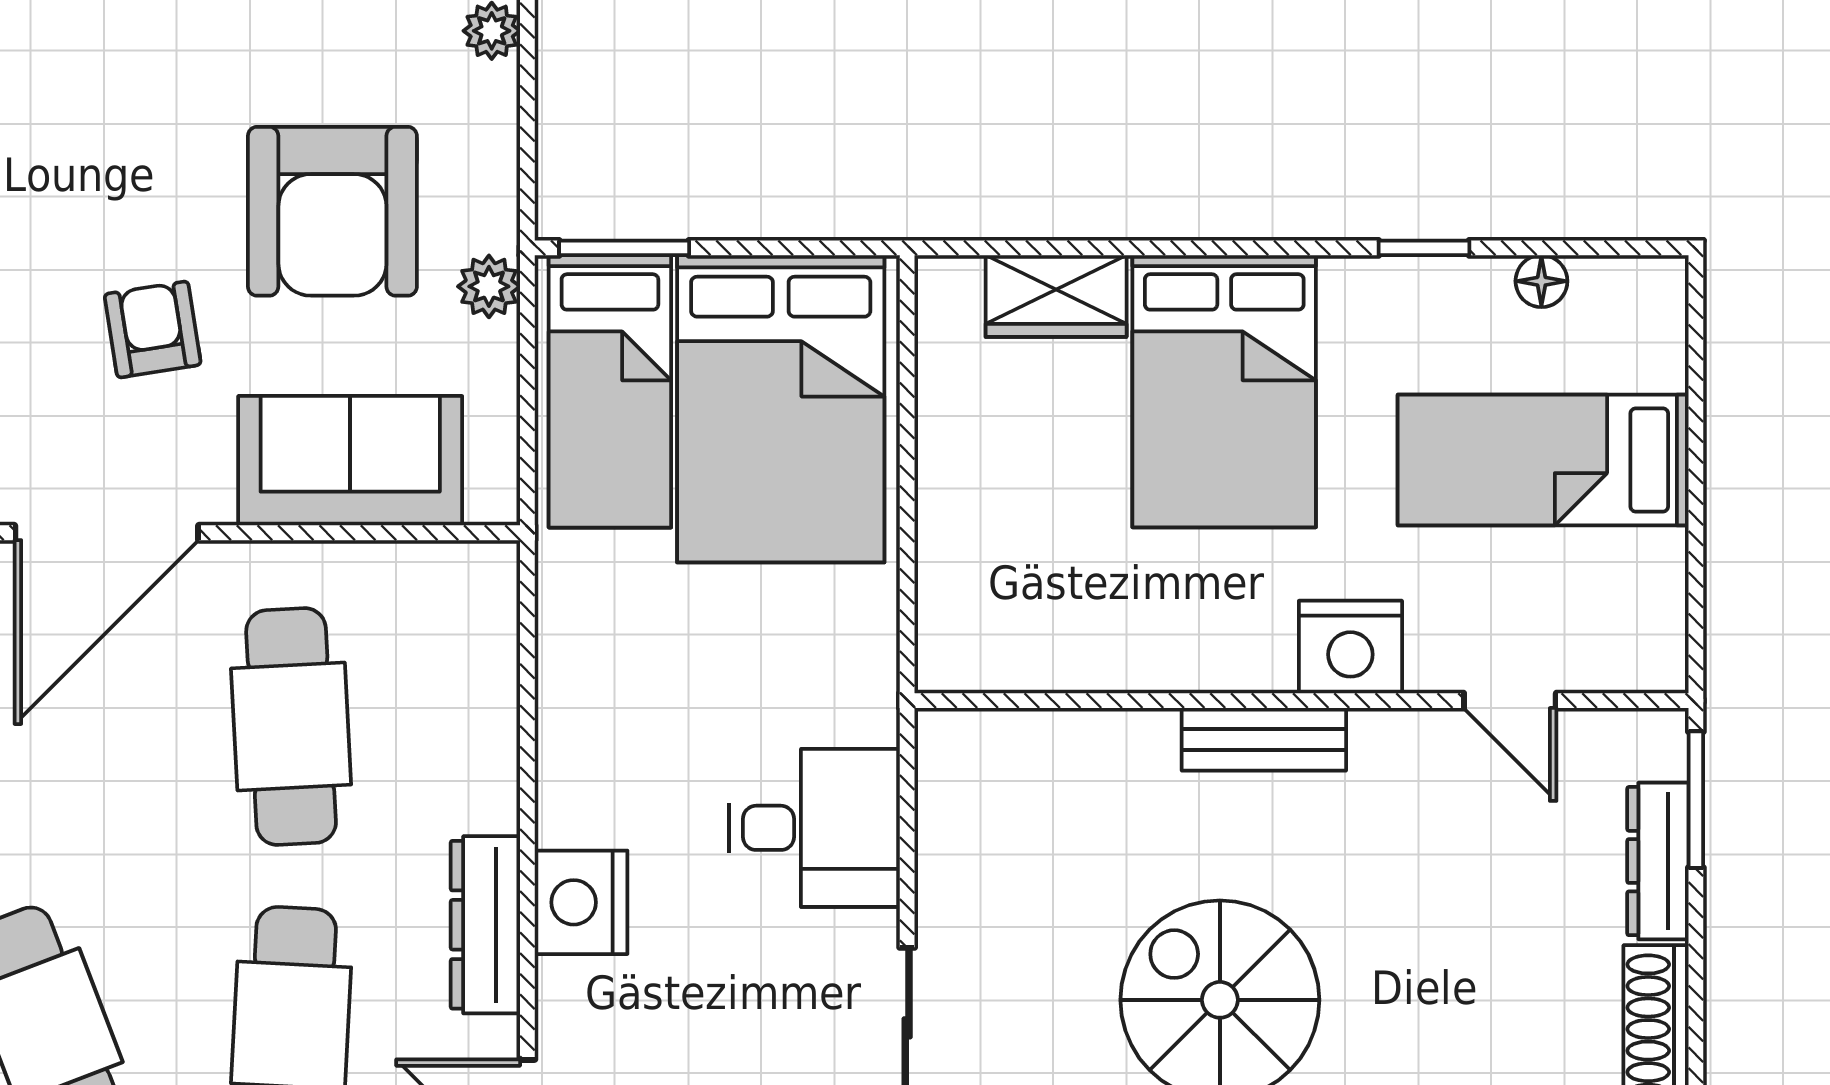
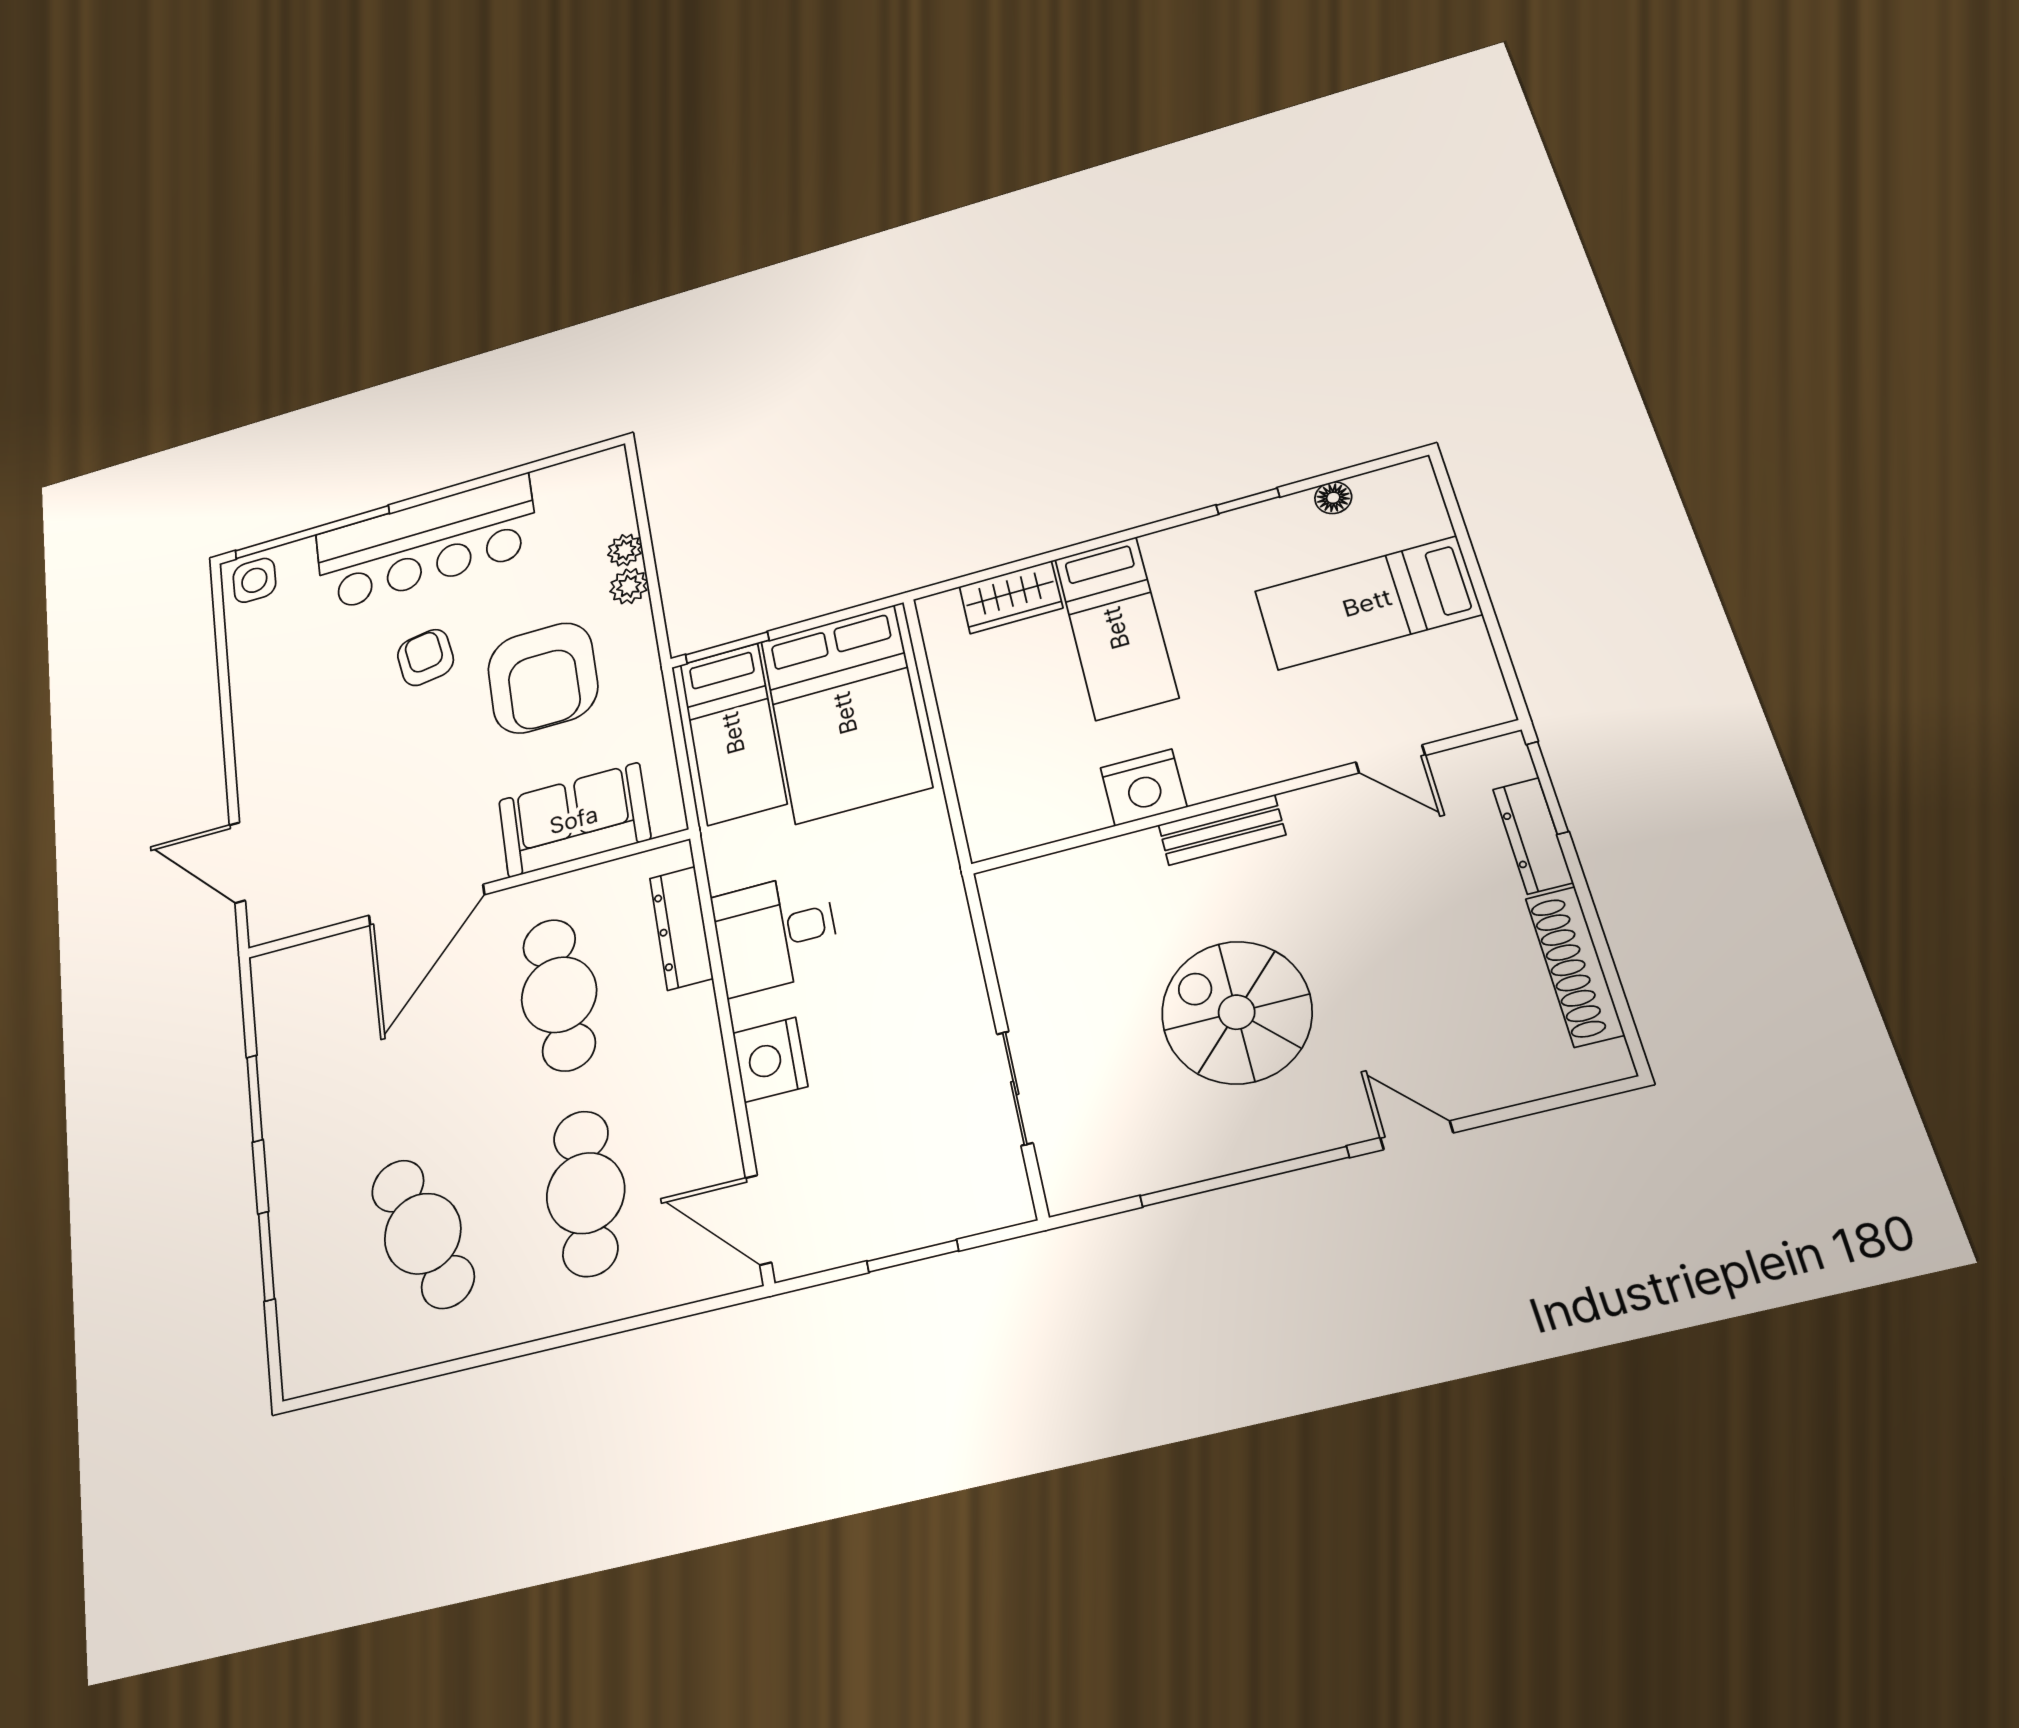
plant: (489, 286) -> (629, 586), moved
armchair: (153, 329) -> (425, 657), moved
bed: (1224, 391) -> (1116, 628), width x0.67
nightstand: (1350, 647) -> (1144, 787), moved
desk: (815, 828) -> (775, 933), moved, turned 180
dresser: (485, 925) -> (681, 928), moved

